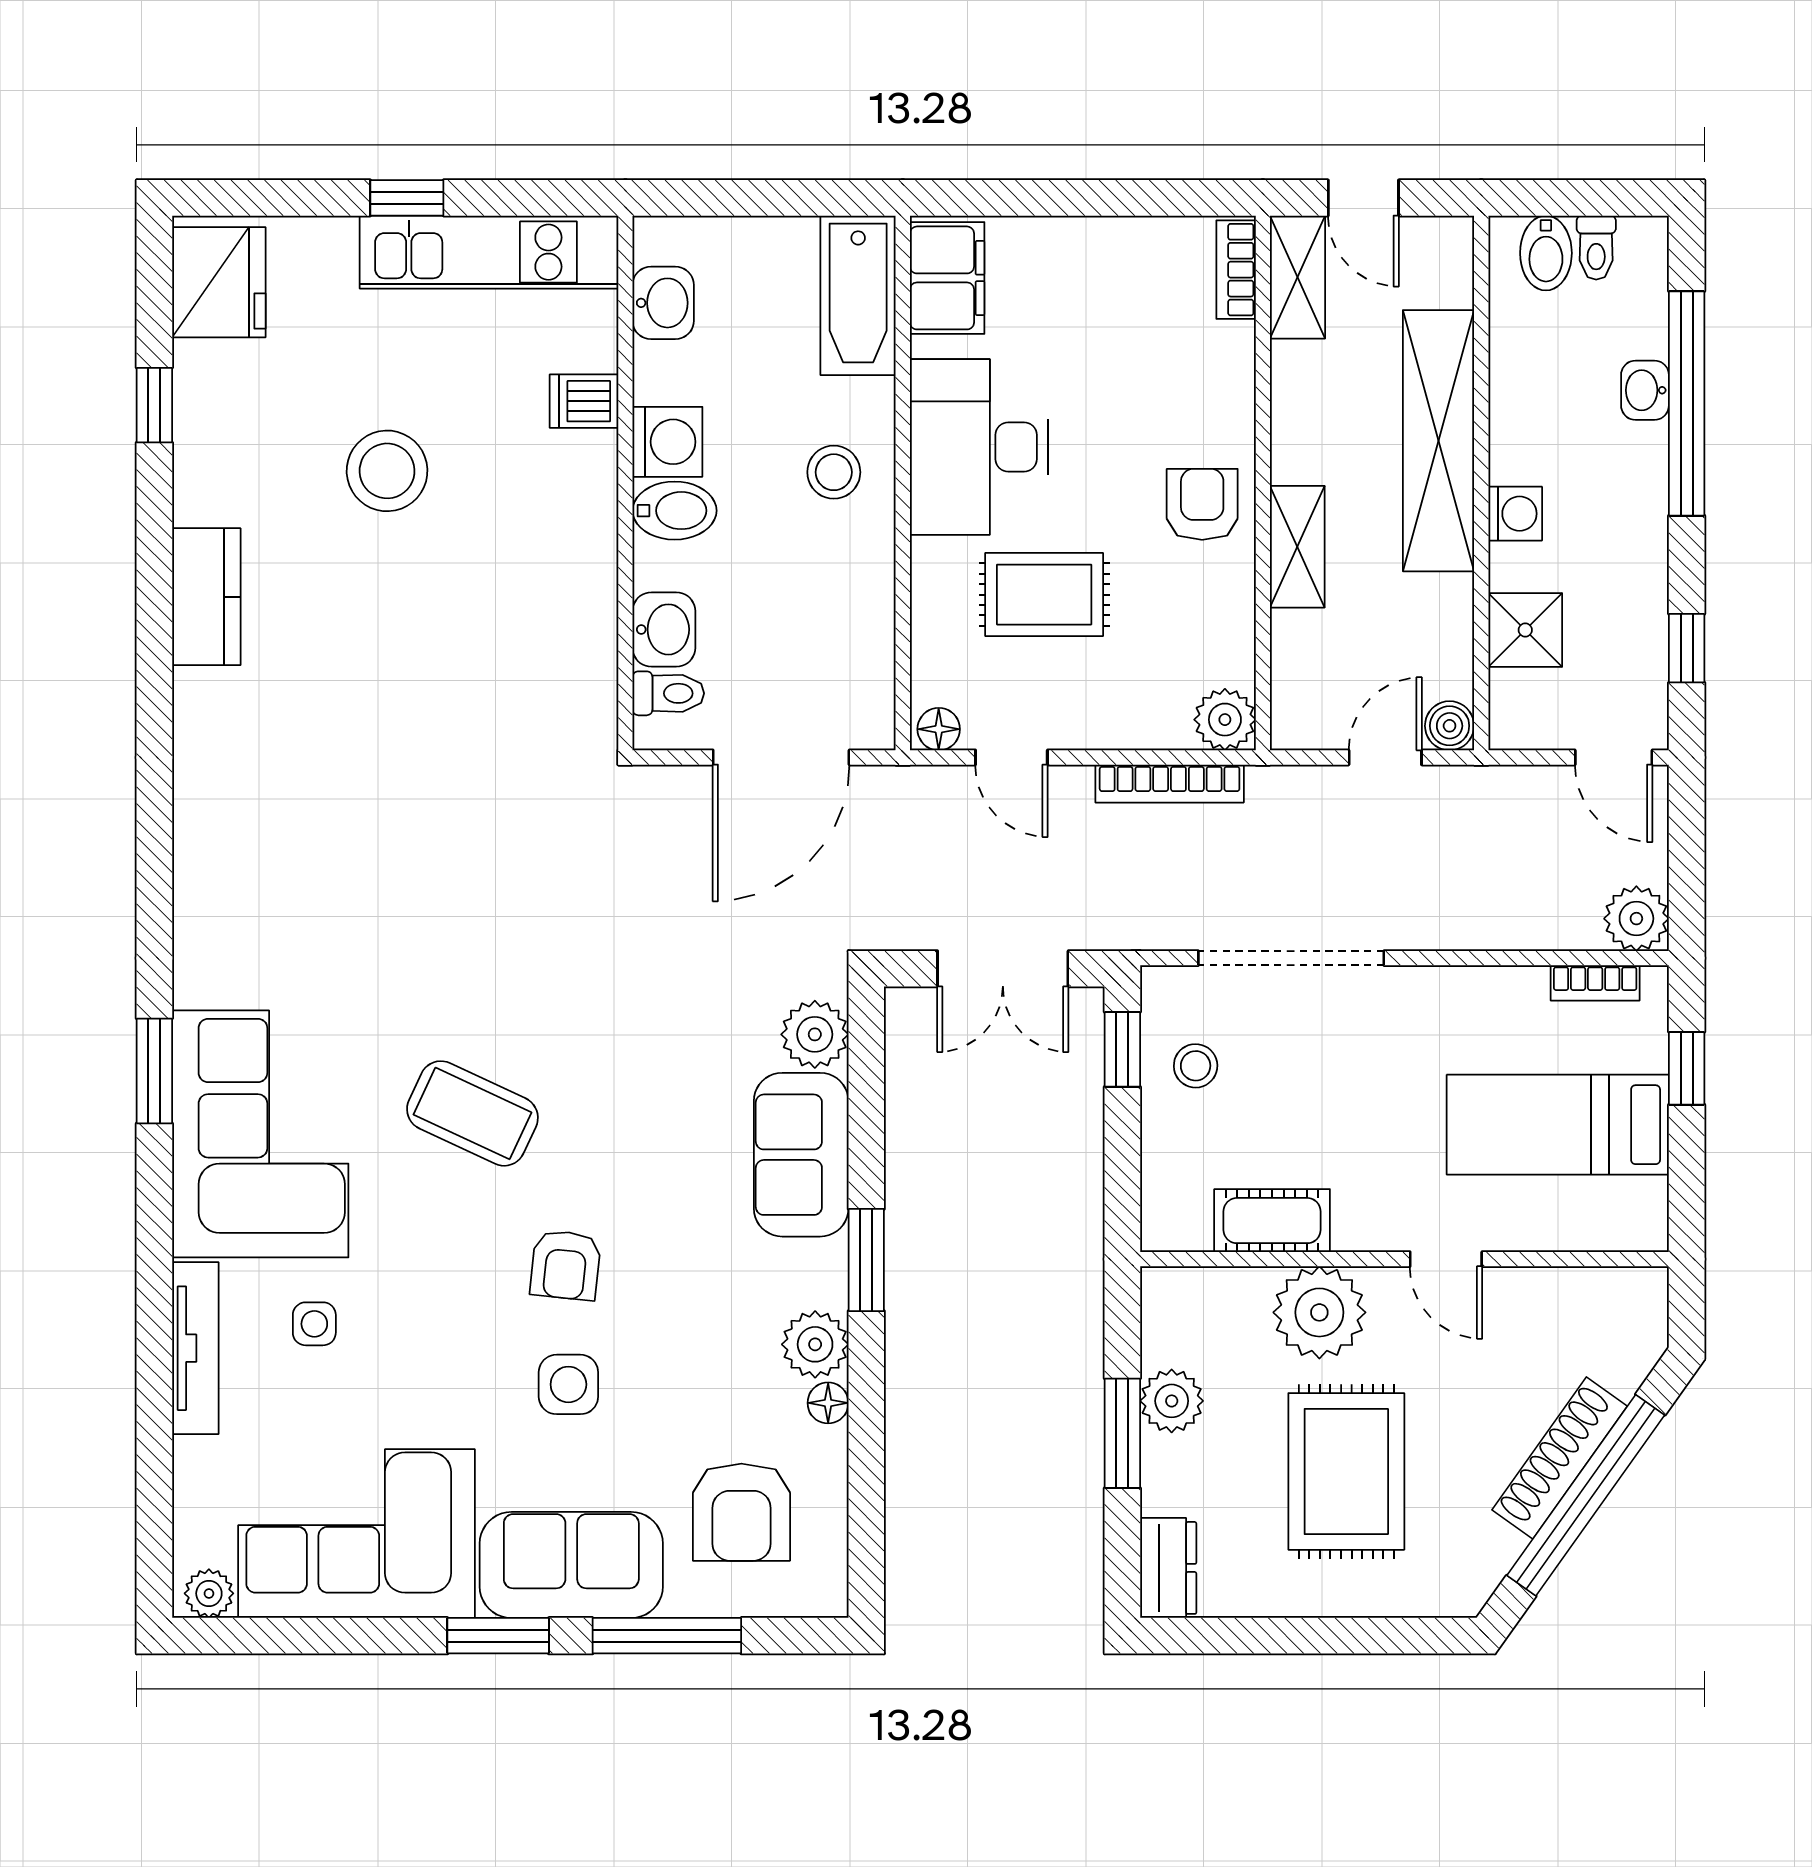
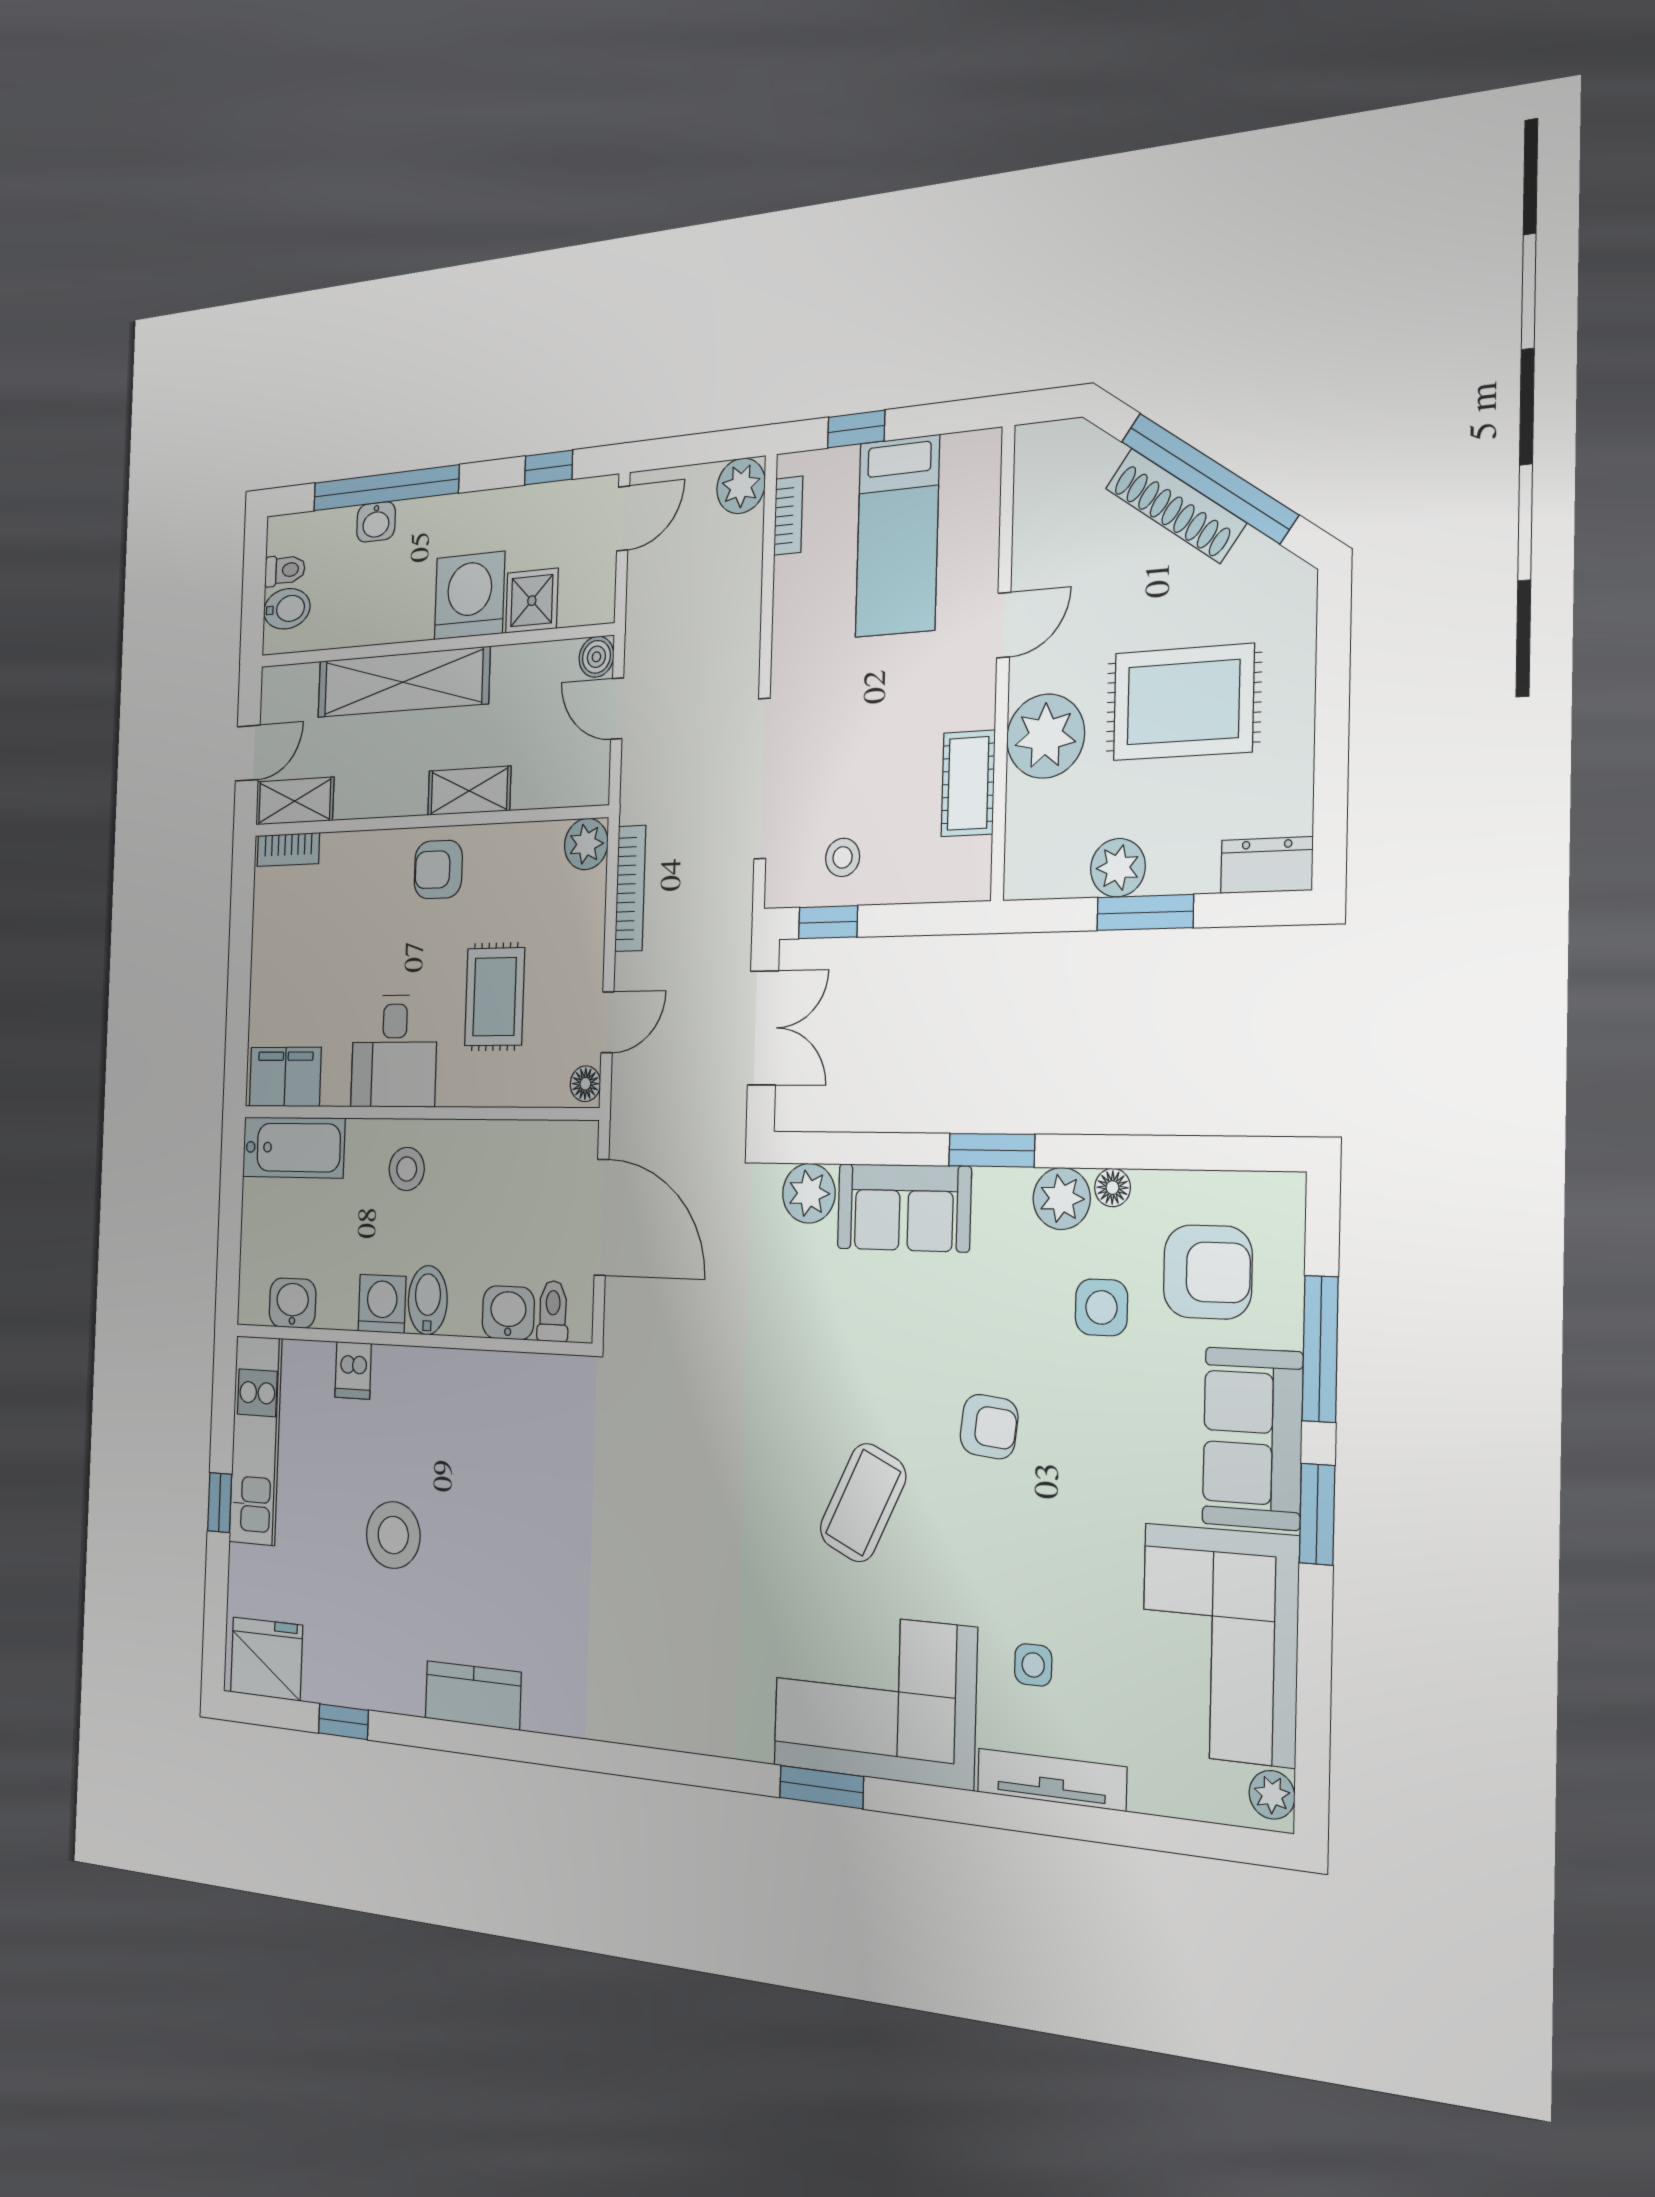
desk: (979, 447) -> (394, 1051), width x0.73
washing machine: (1515, 514) -> (470, 596), width x1.89, depth x1.89
side table: (568, 1384) -> (1101, 1307), moved

